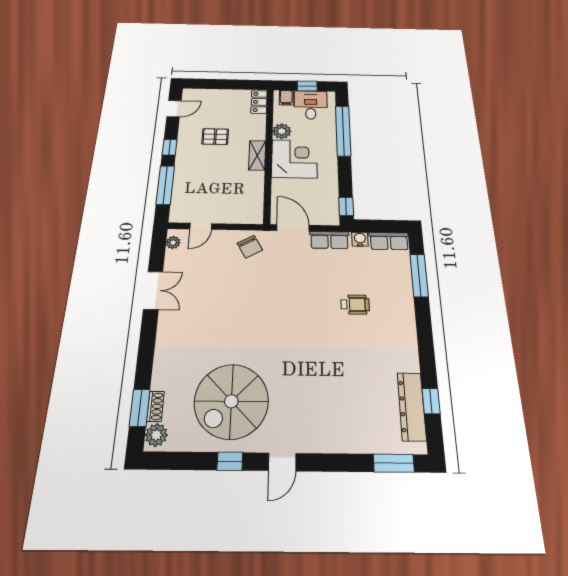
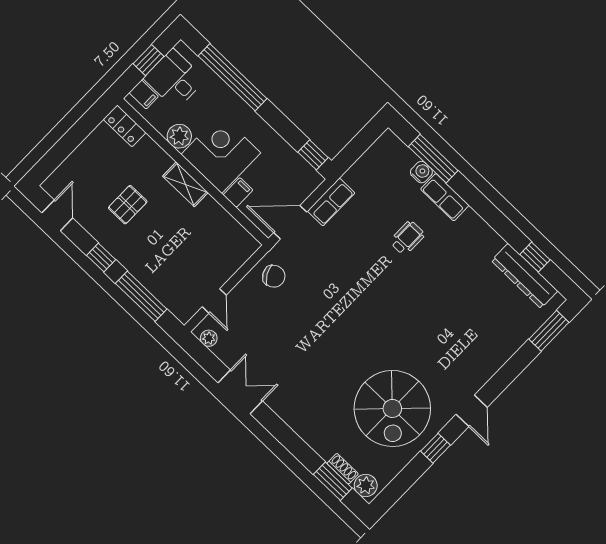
filing cabinet: (281, 185) -> (238, 192), added
water cooler: (360, 239) -> (421, 172), moved, turned 90
row of seats: (389, 241) -> (445, 197), moved, turned 90

